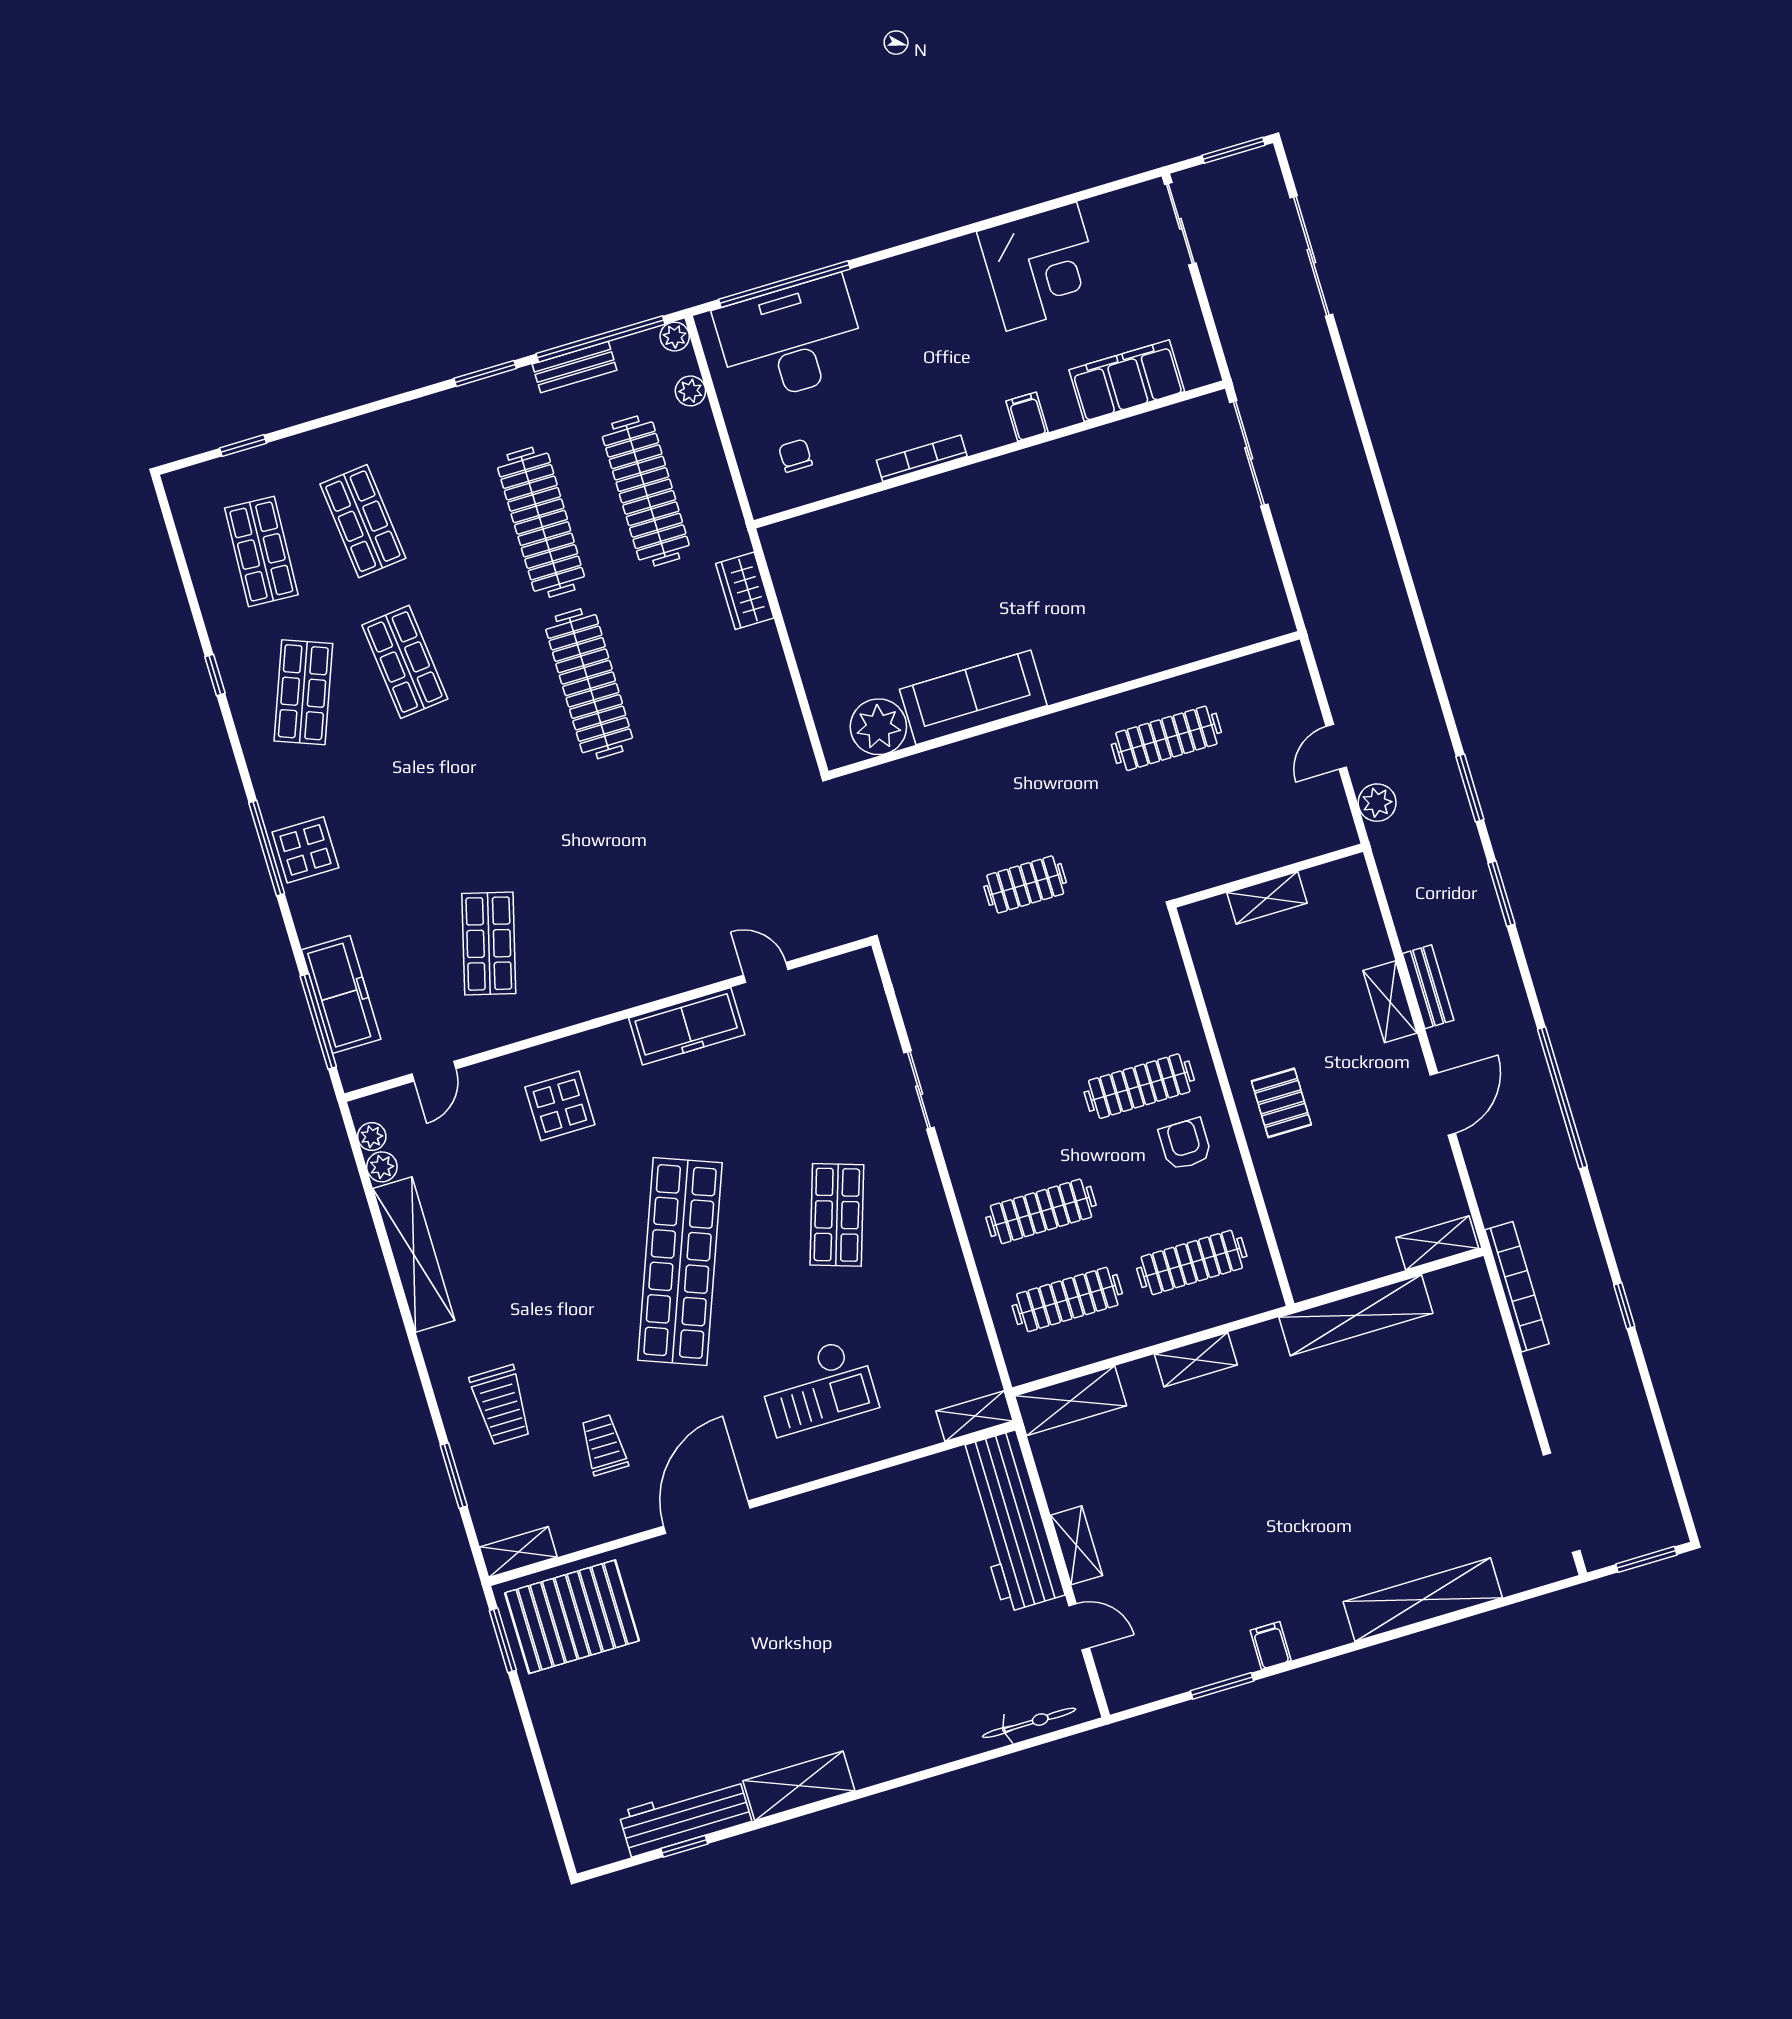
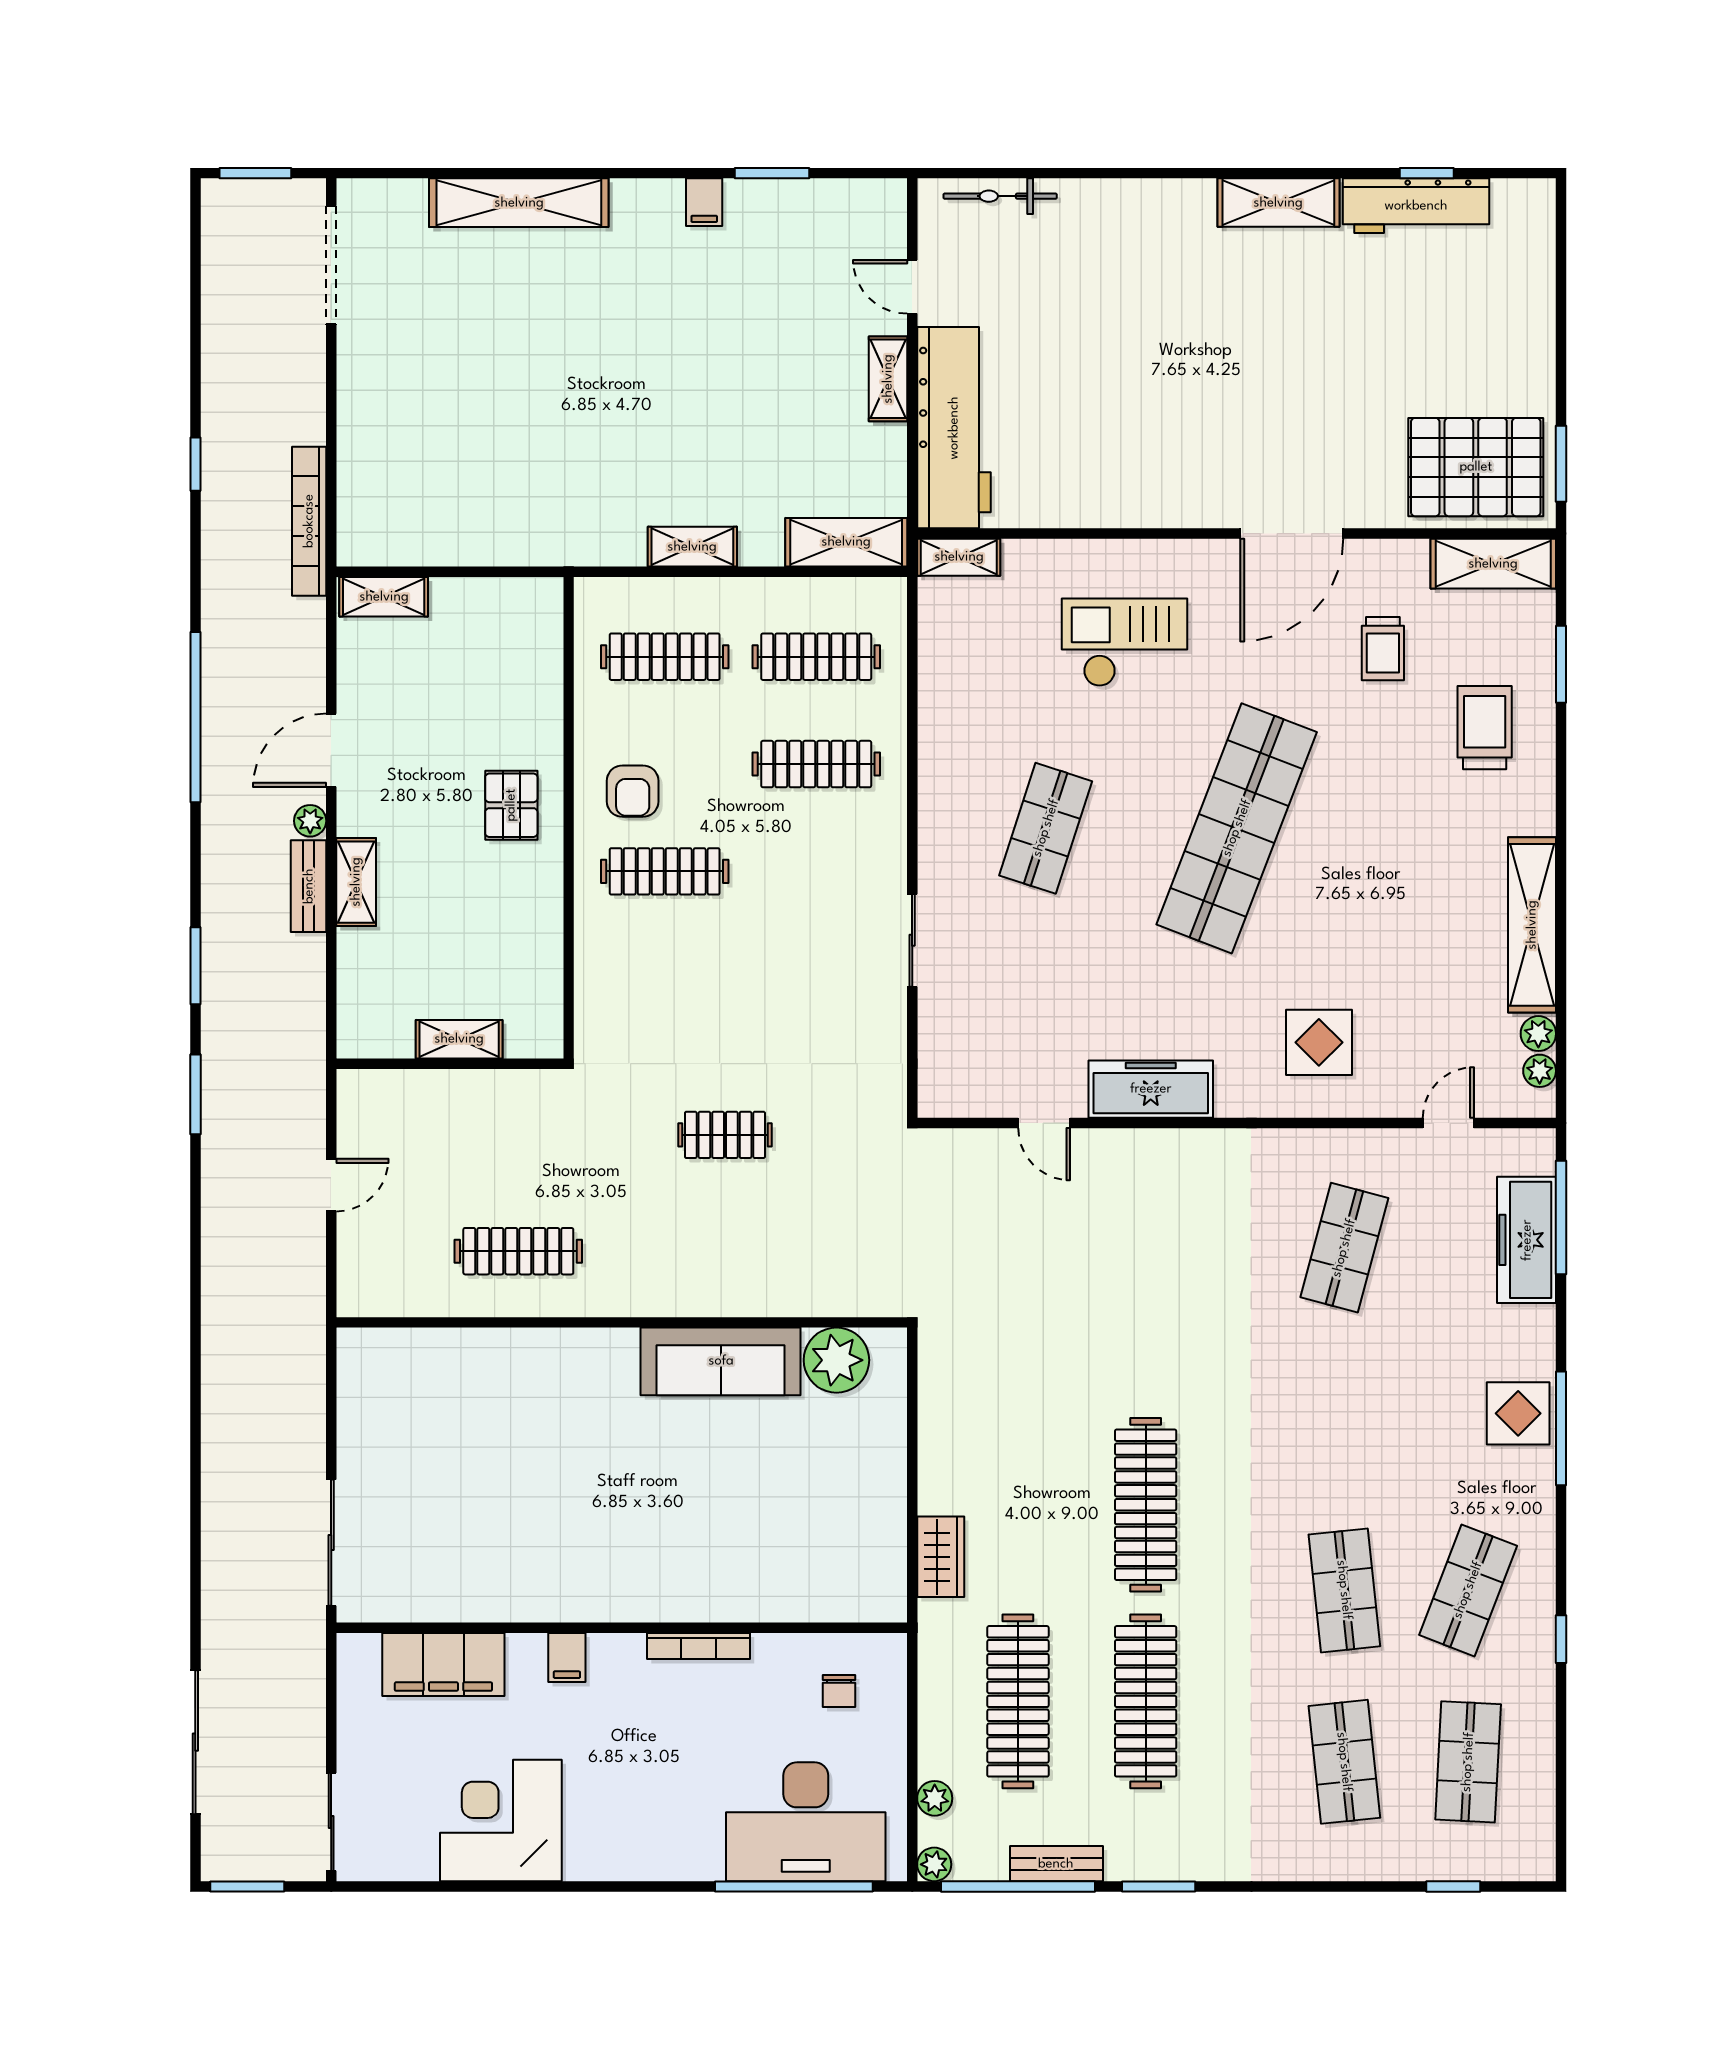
plant: (1377, 803) -> (310, 821), moved, width x0.73, depth x0.73
shelving: (1356, 1315) -> (499, 543), removed
shelving: (518, 1552) -> (1493, 564), width x1.50, depth x1.33

